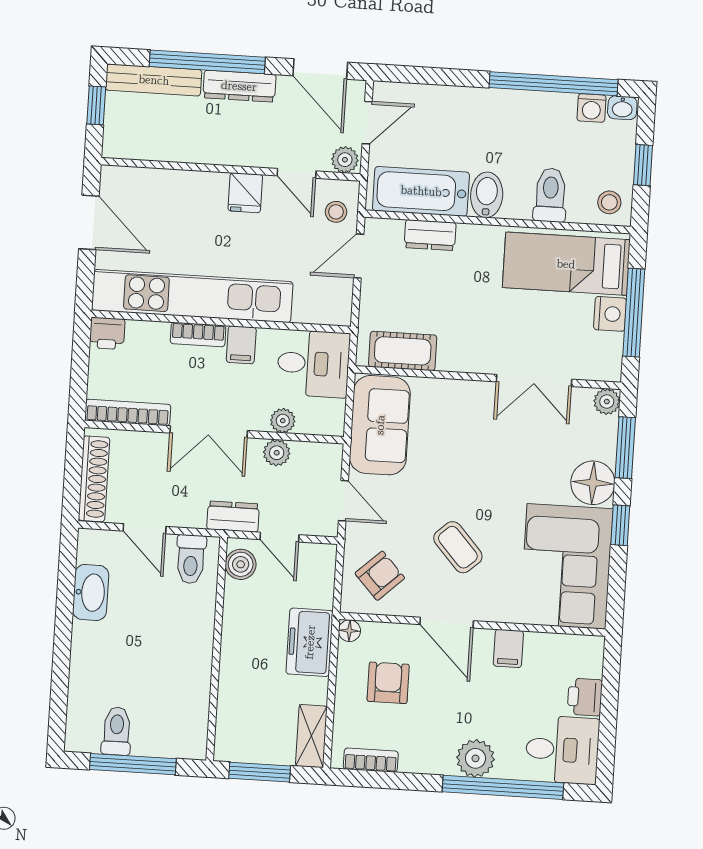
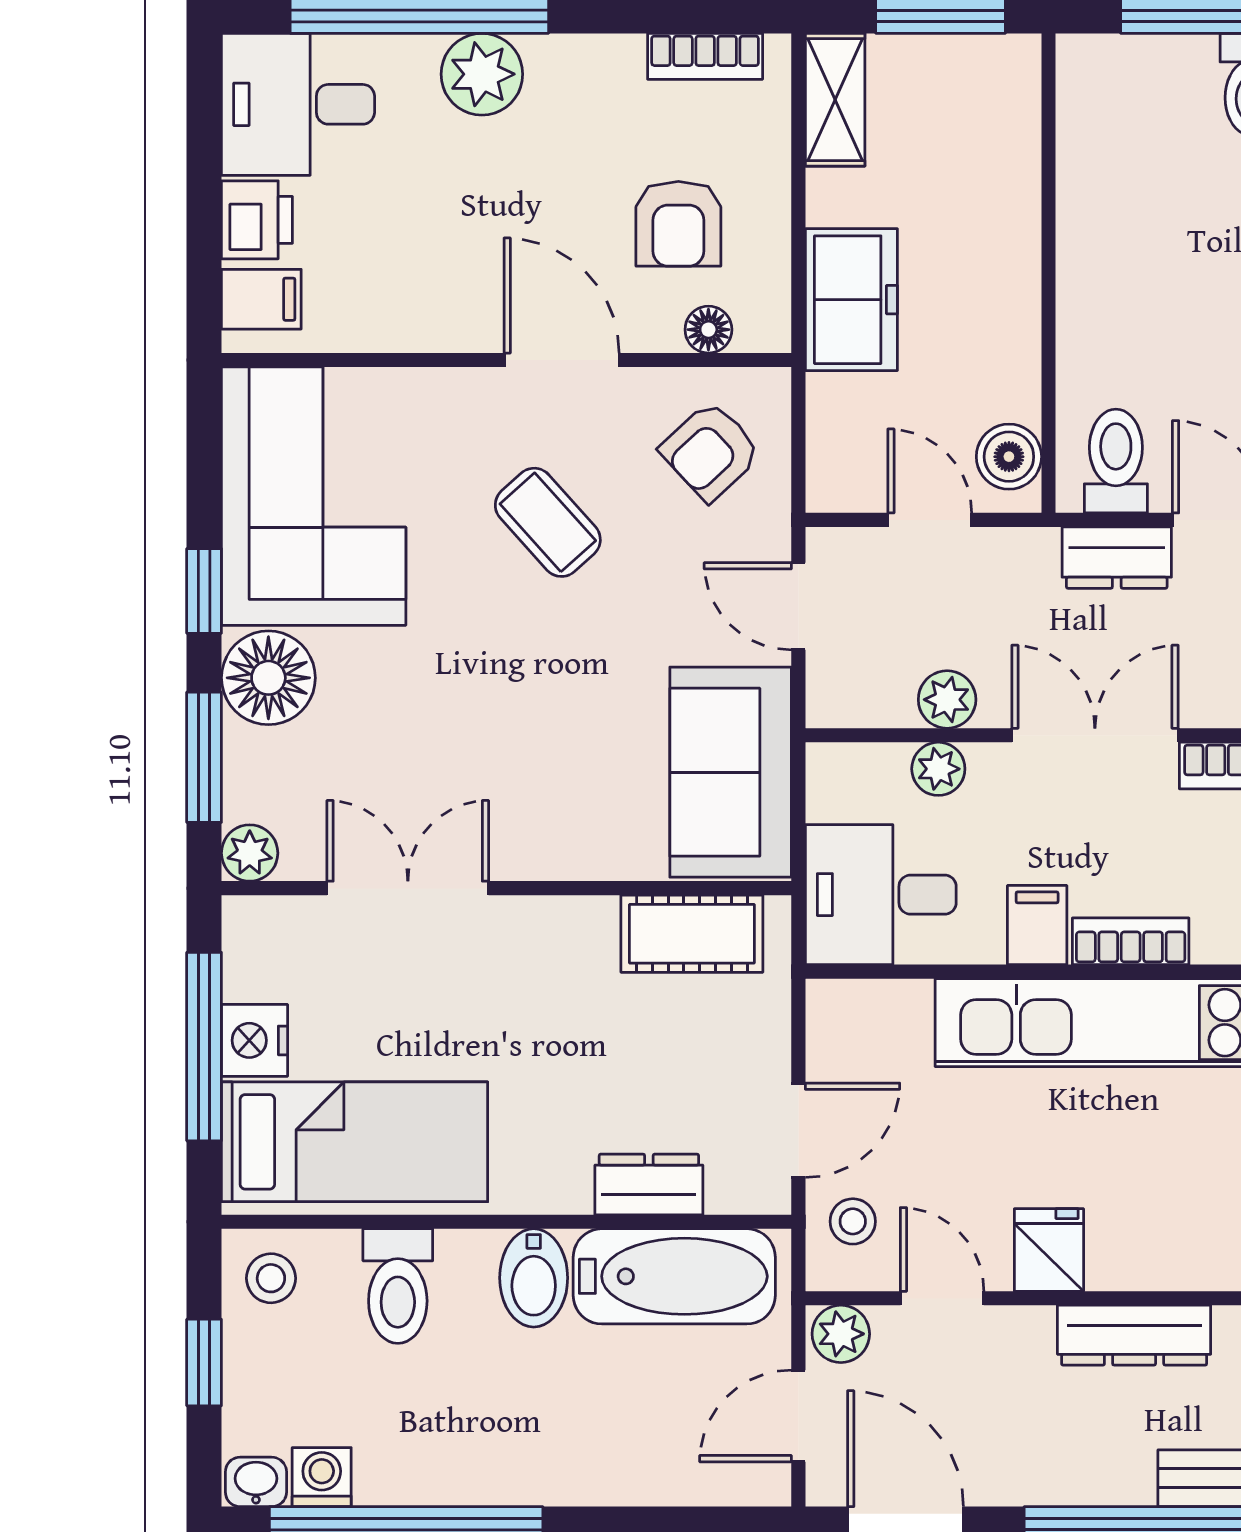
dresser: (239, 86) -> (1134, 1335), moved, turned 180
dresser: (233, 517) -> (1117, 558), moved
floor lamp: (349, 631) -> (708, 330), moved
filing cabinet: (508, 648) -> (261, 299), moved, turned 90

